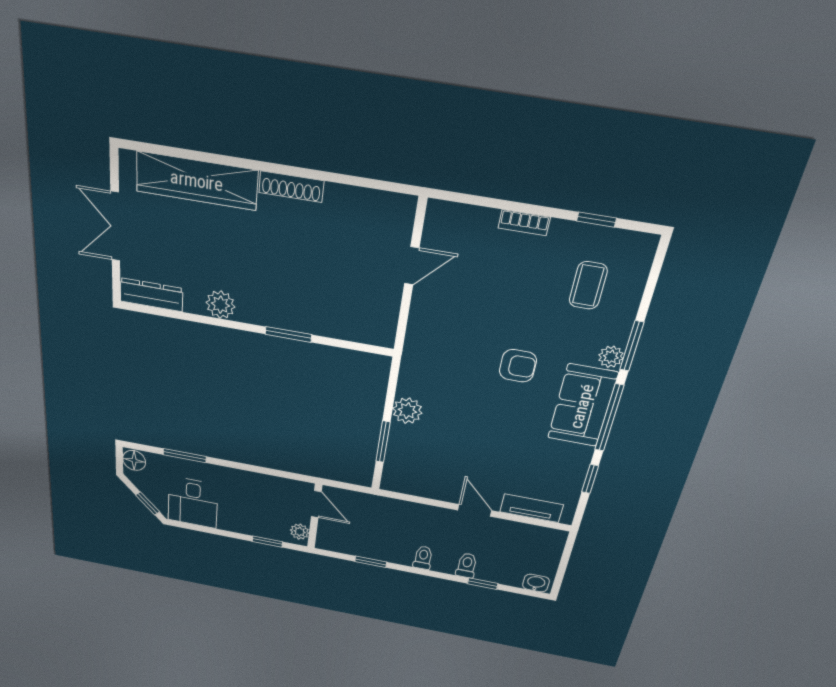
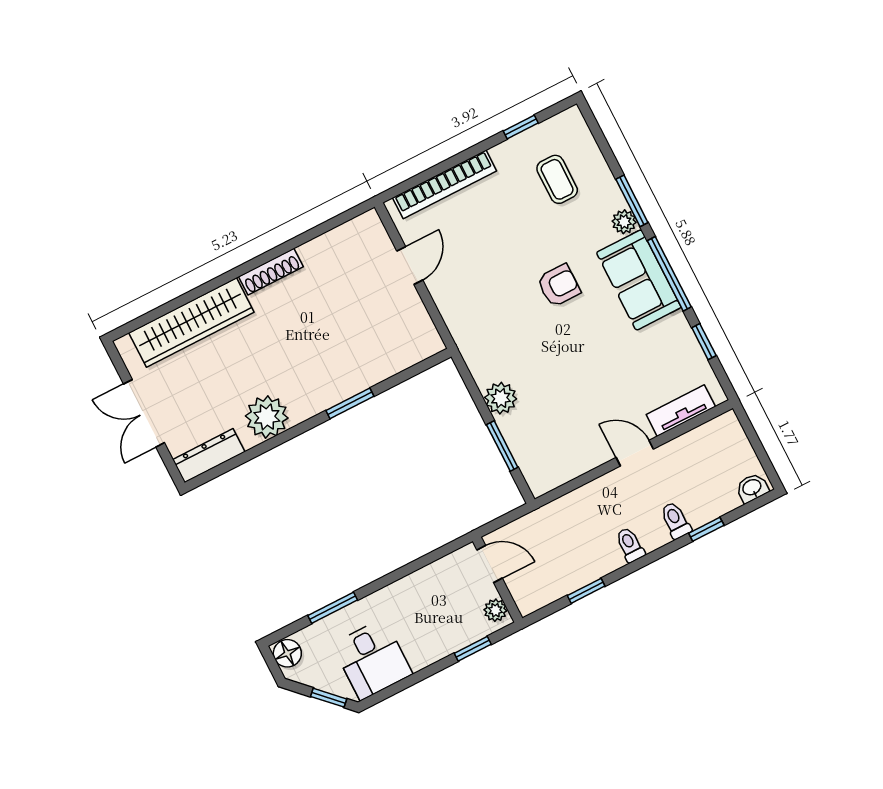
bookcase: (524, 223) -> (445, 184), width x2.31, depth x1.31
plant: (220, 305) -> (267, 417), width x1.36, depth x1.36

